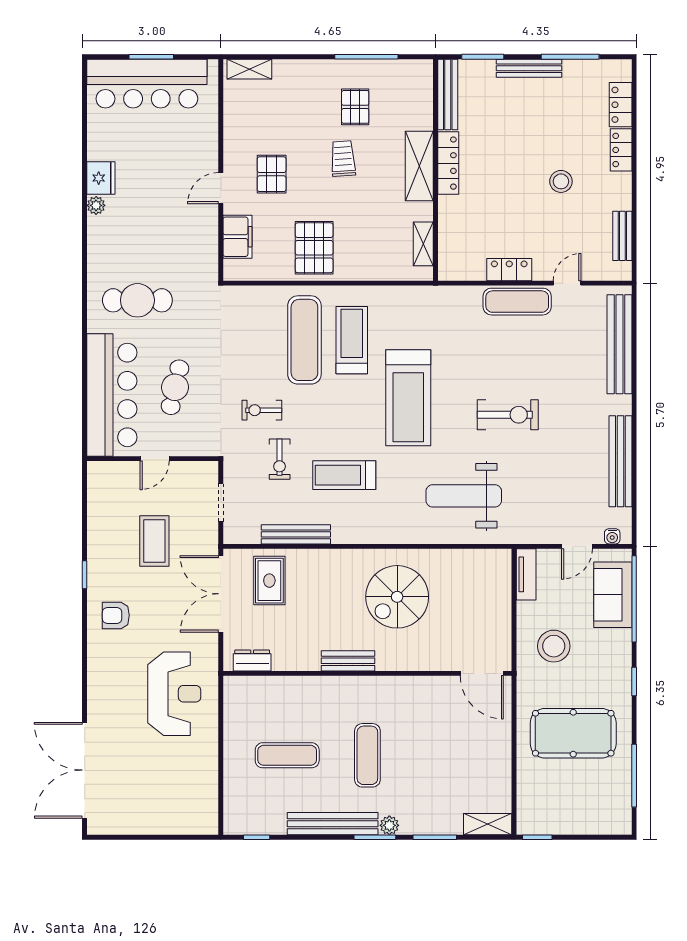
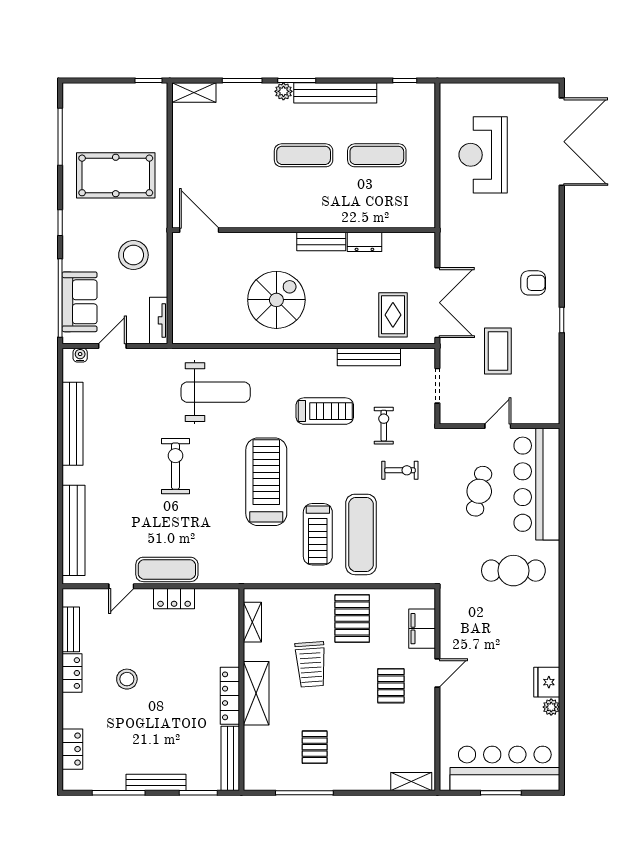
locker: (621, 150) -> (72, 673), moved
trolley: (343, 159) -> (311, 664), moved, width x1.36, depth x1.39
plant: (96, 205) -> (551, 707), moved
exercise bike: (508, 415) -> (175, 466), turned 90
dresser: (252, 660) -> (364, 242), moved
reception desk: (174, 694) -> (483, 155), moved
exercise mat: (367, 755) -> (304, 155), turned 90

